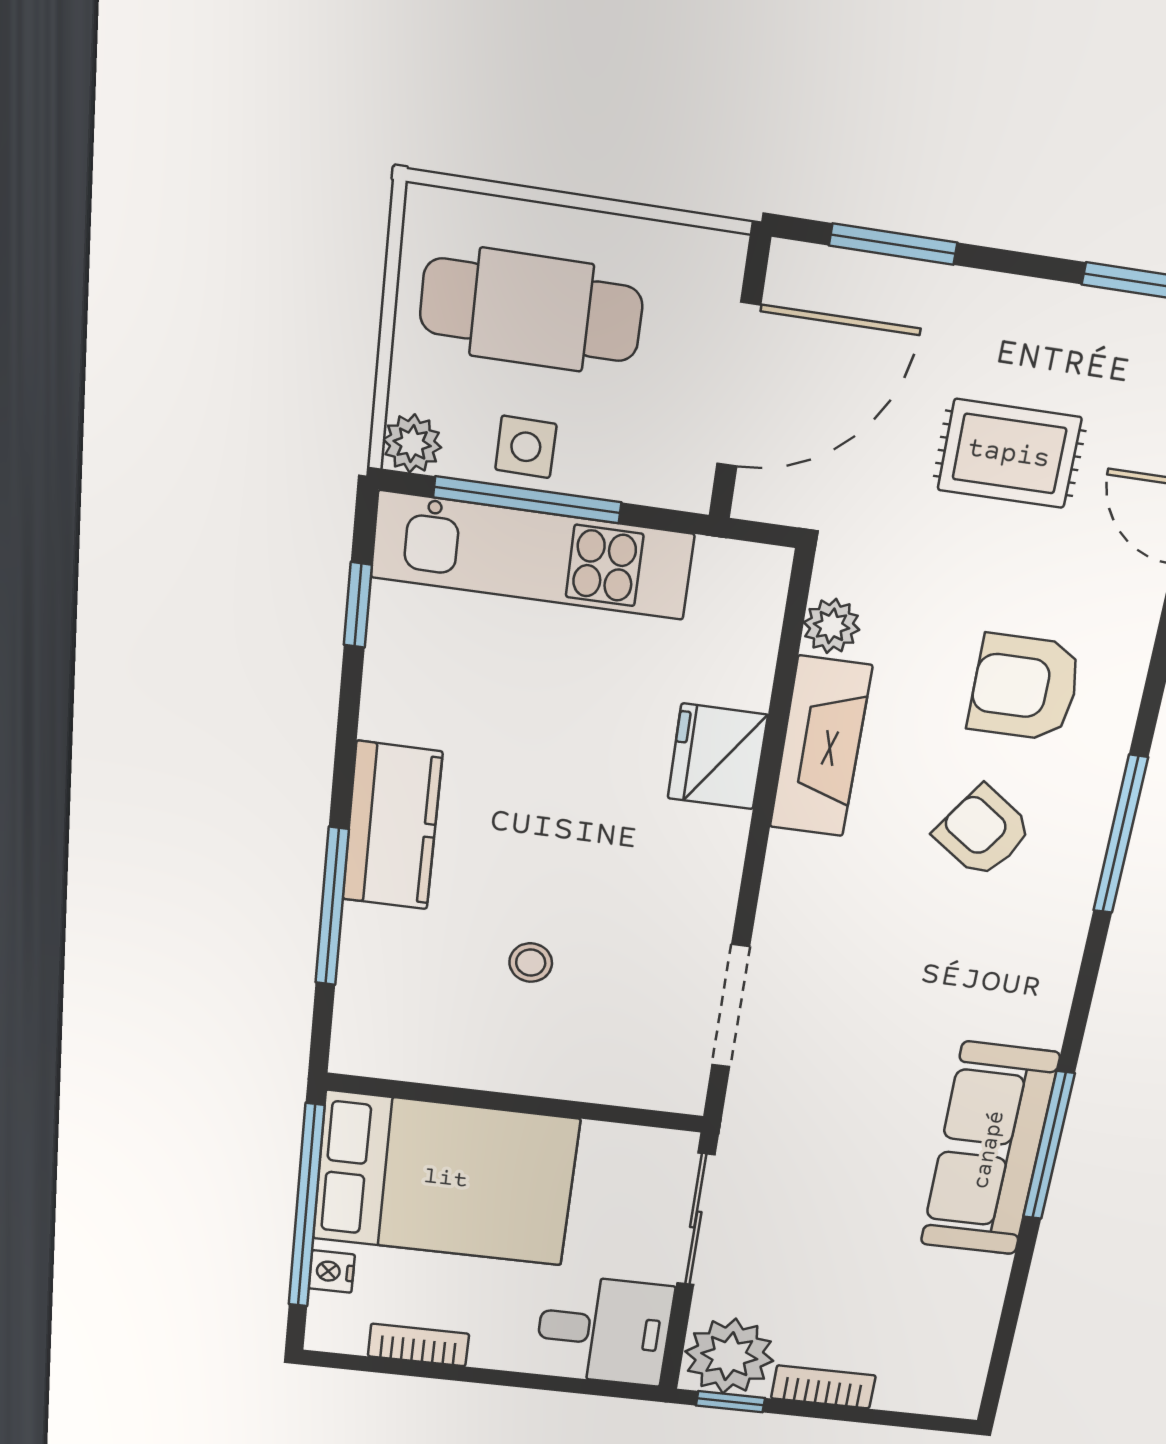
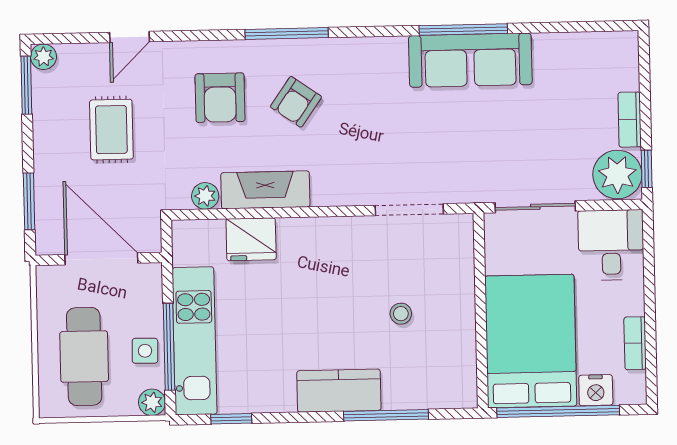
fridge: (718, 757) -> (251, 239), moved
nightstand: (332, 1271) -> (596, 390), width x1.39, depth x1.35

